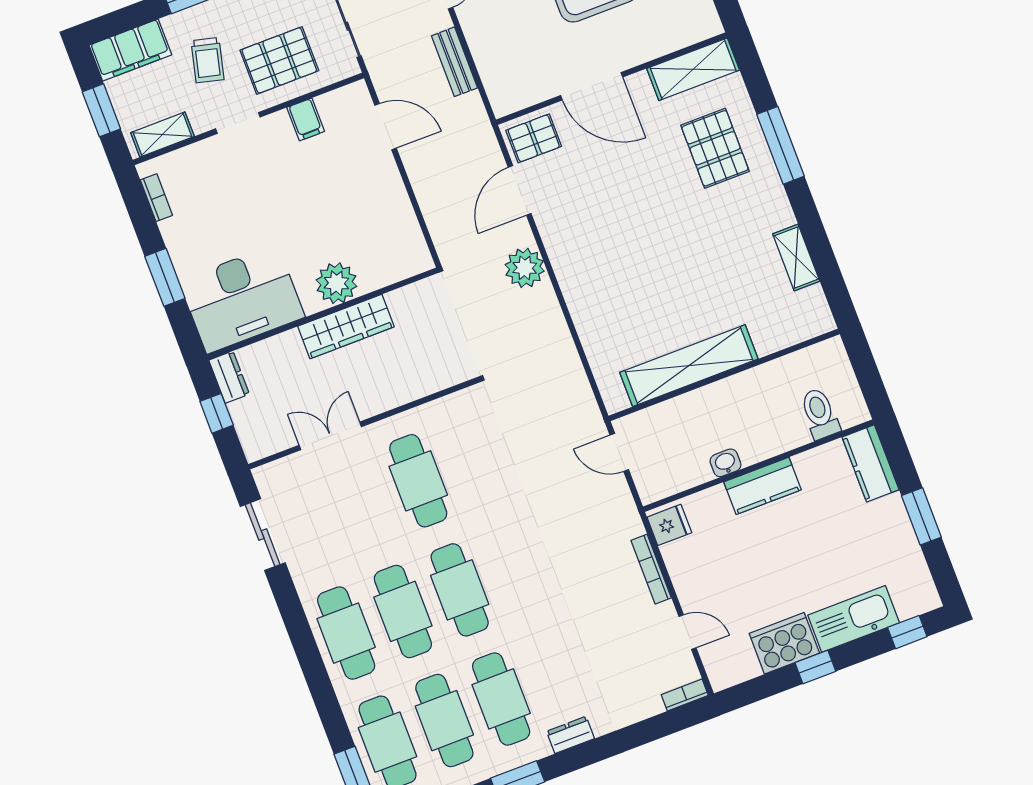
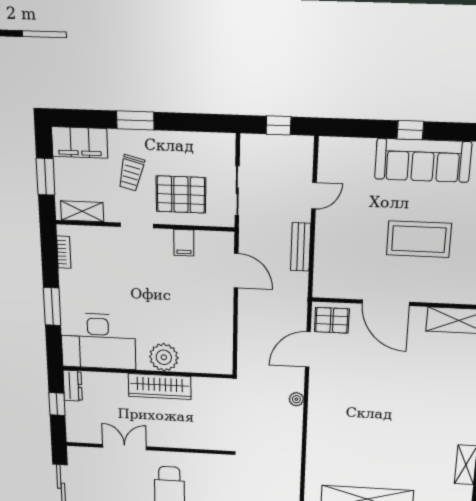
pallet: (715, 148) -> (448, 377), removed
plant: (525, 268) -> (296, 399), width x0.53, depth x0.53

